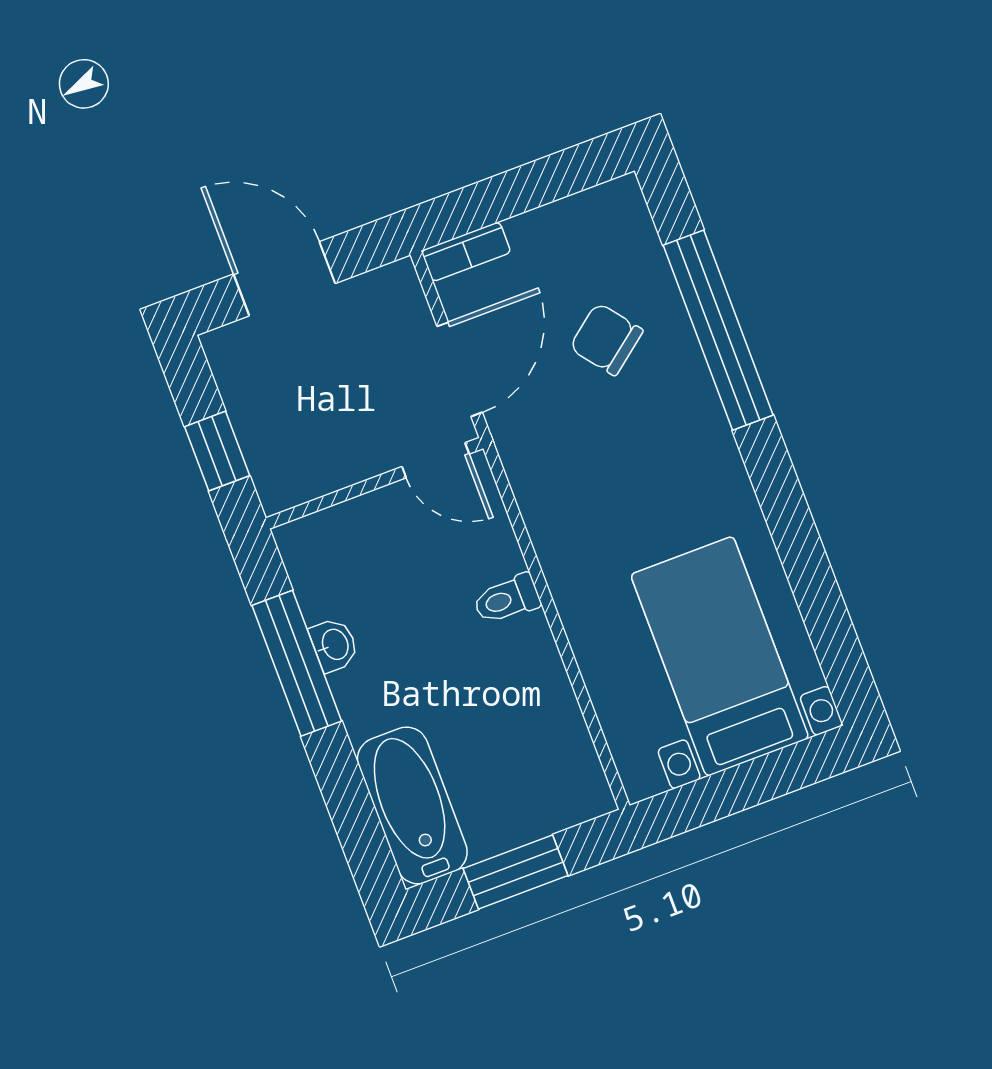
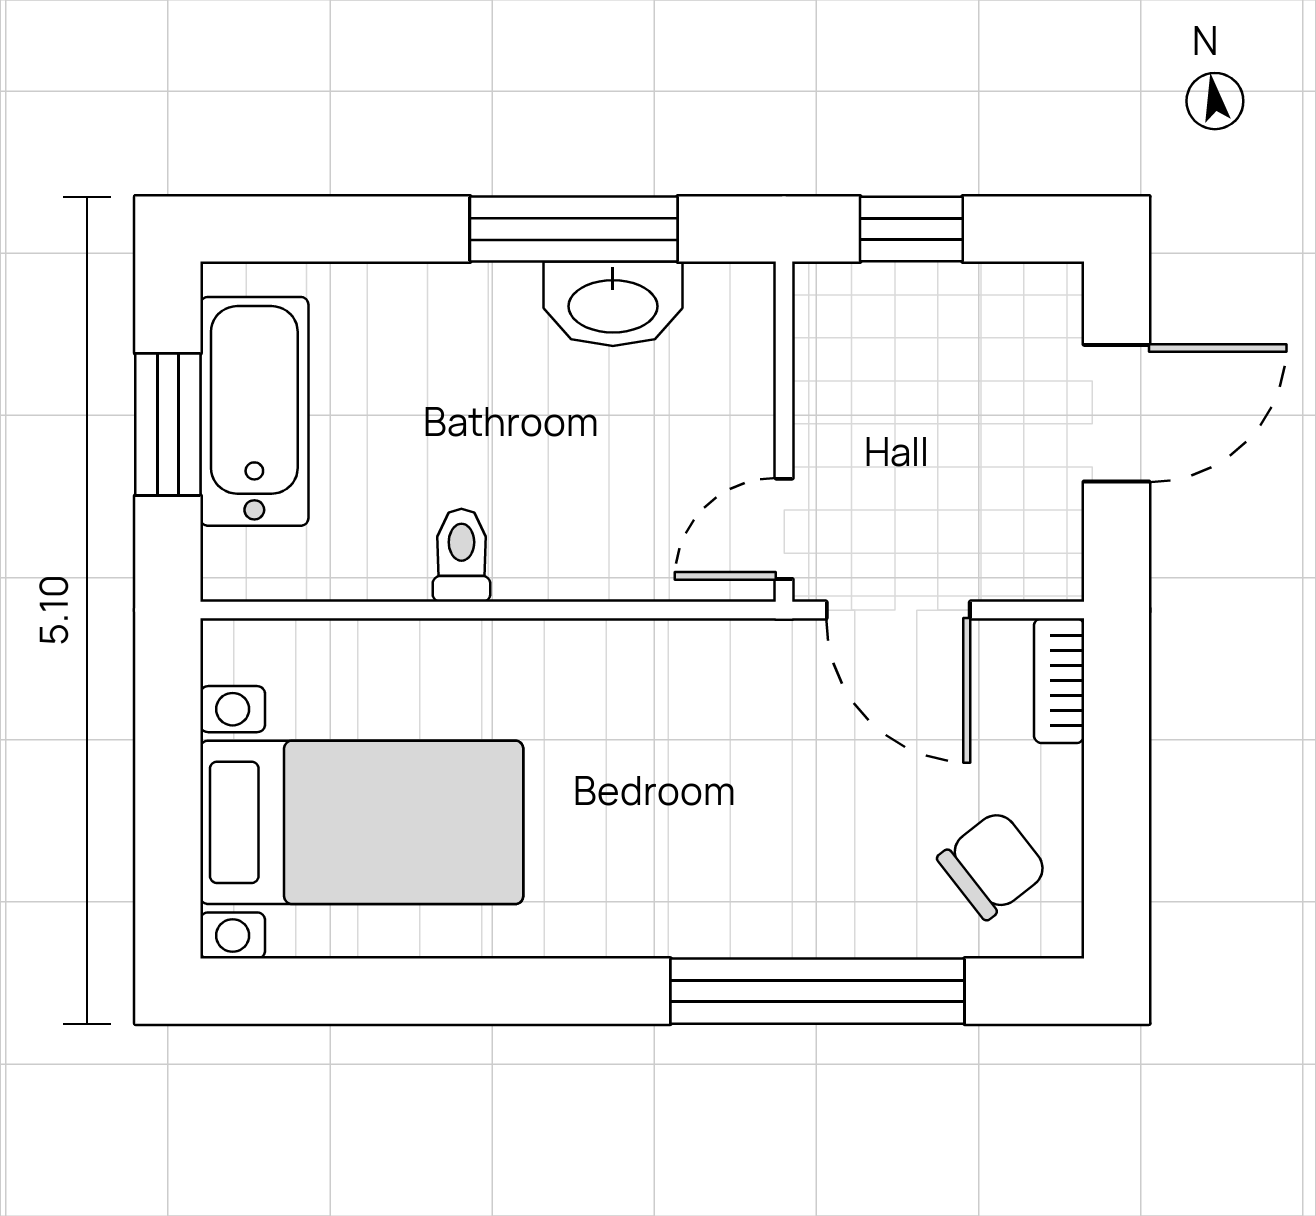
chair: (606, 339) -> (993, 865), moved
toilet: (507, 599) -> (461, 555), moved
washbasin: (334, 645) -> (613, 304), width x1.91, depth x1.45
bathtub: (412, 805) -> (254, 411), moved, turned -90

